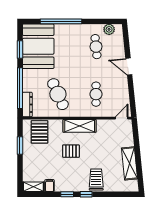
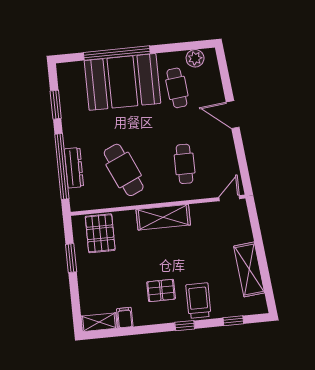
booth: (38, 46) -> (122, 82), moved, turned 90
dresser: (27, 104) -> (74, 168), moved
pallet: (71, 151) -> (161, 290), moved
window: (67, 194) -> (233, 321), moved

